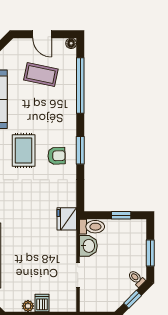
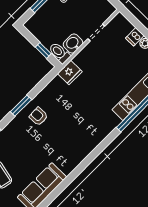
rug: (24, 151) -> (55, 139), removed
window: (121, 215) -> (43, 50), moved

